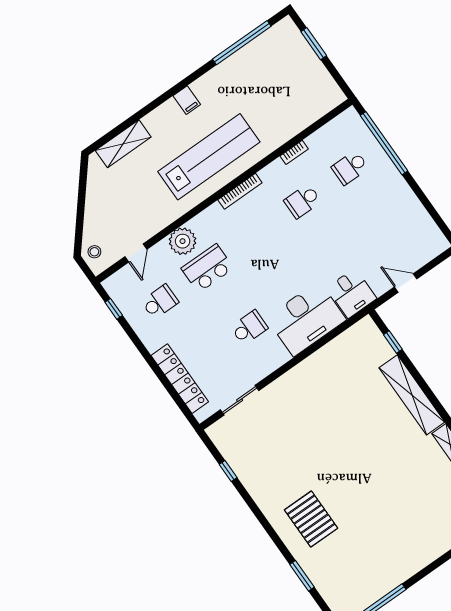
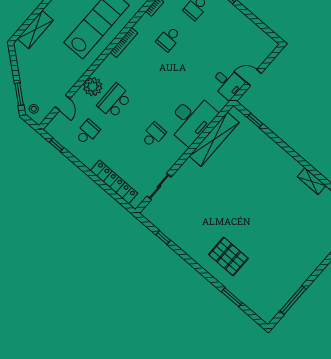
window: (79, 227) -> (19, 94), added
desk: (352, 293) -> (227, 83), moved
shelving: (412, 395) -> (214, 139), moved, turned 90

